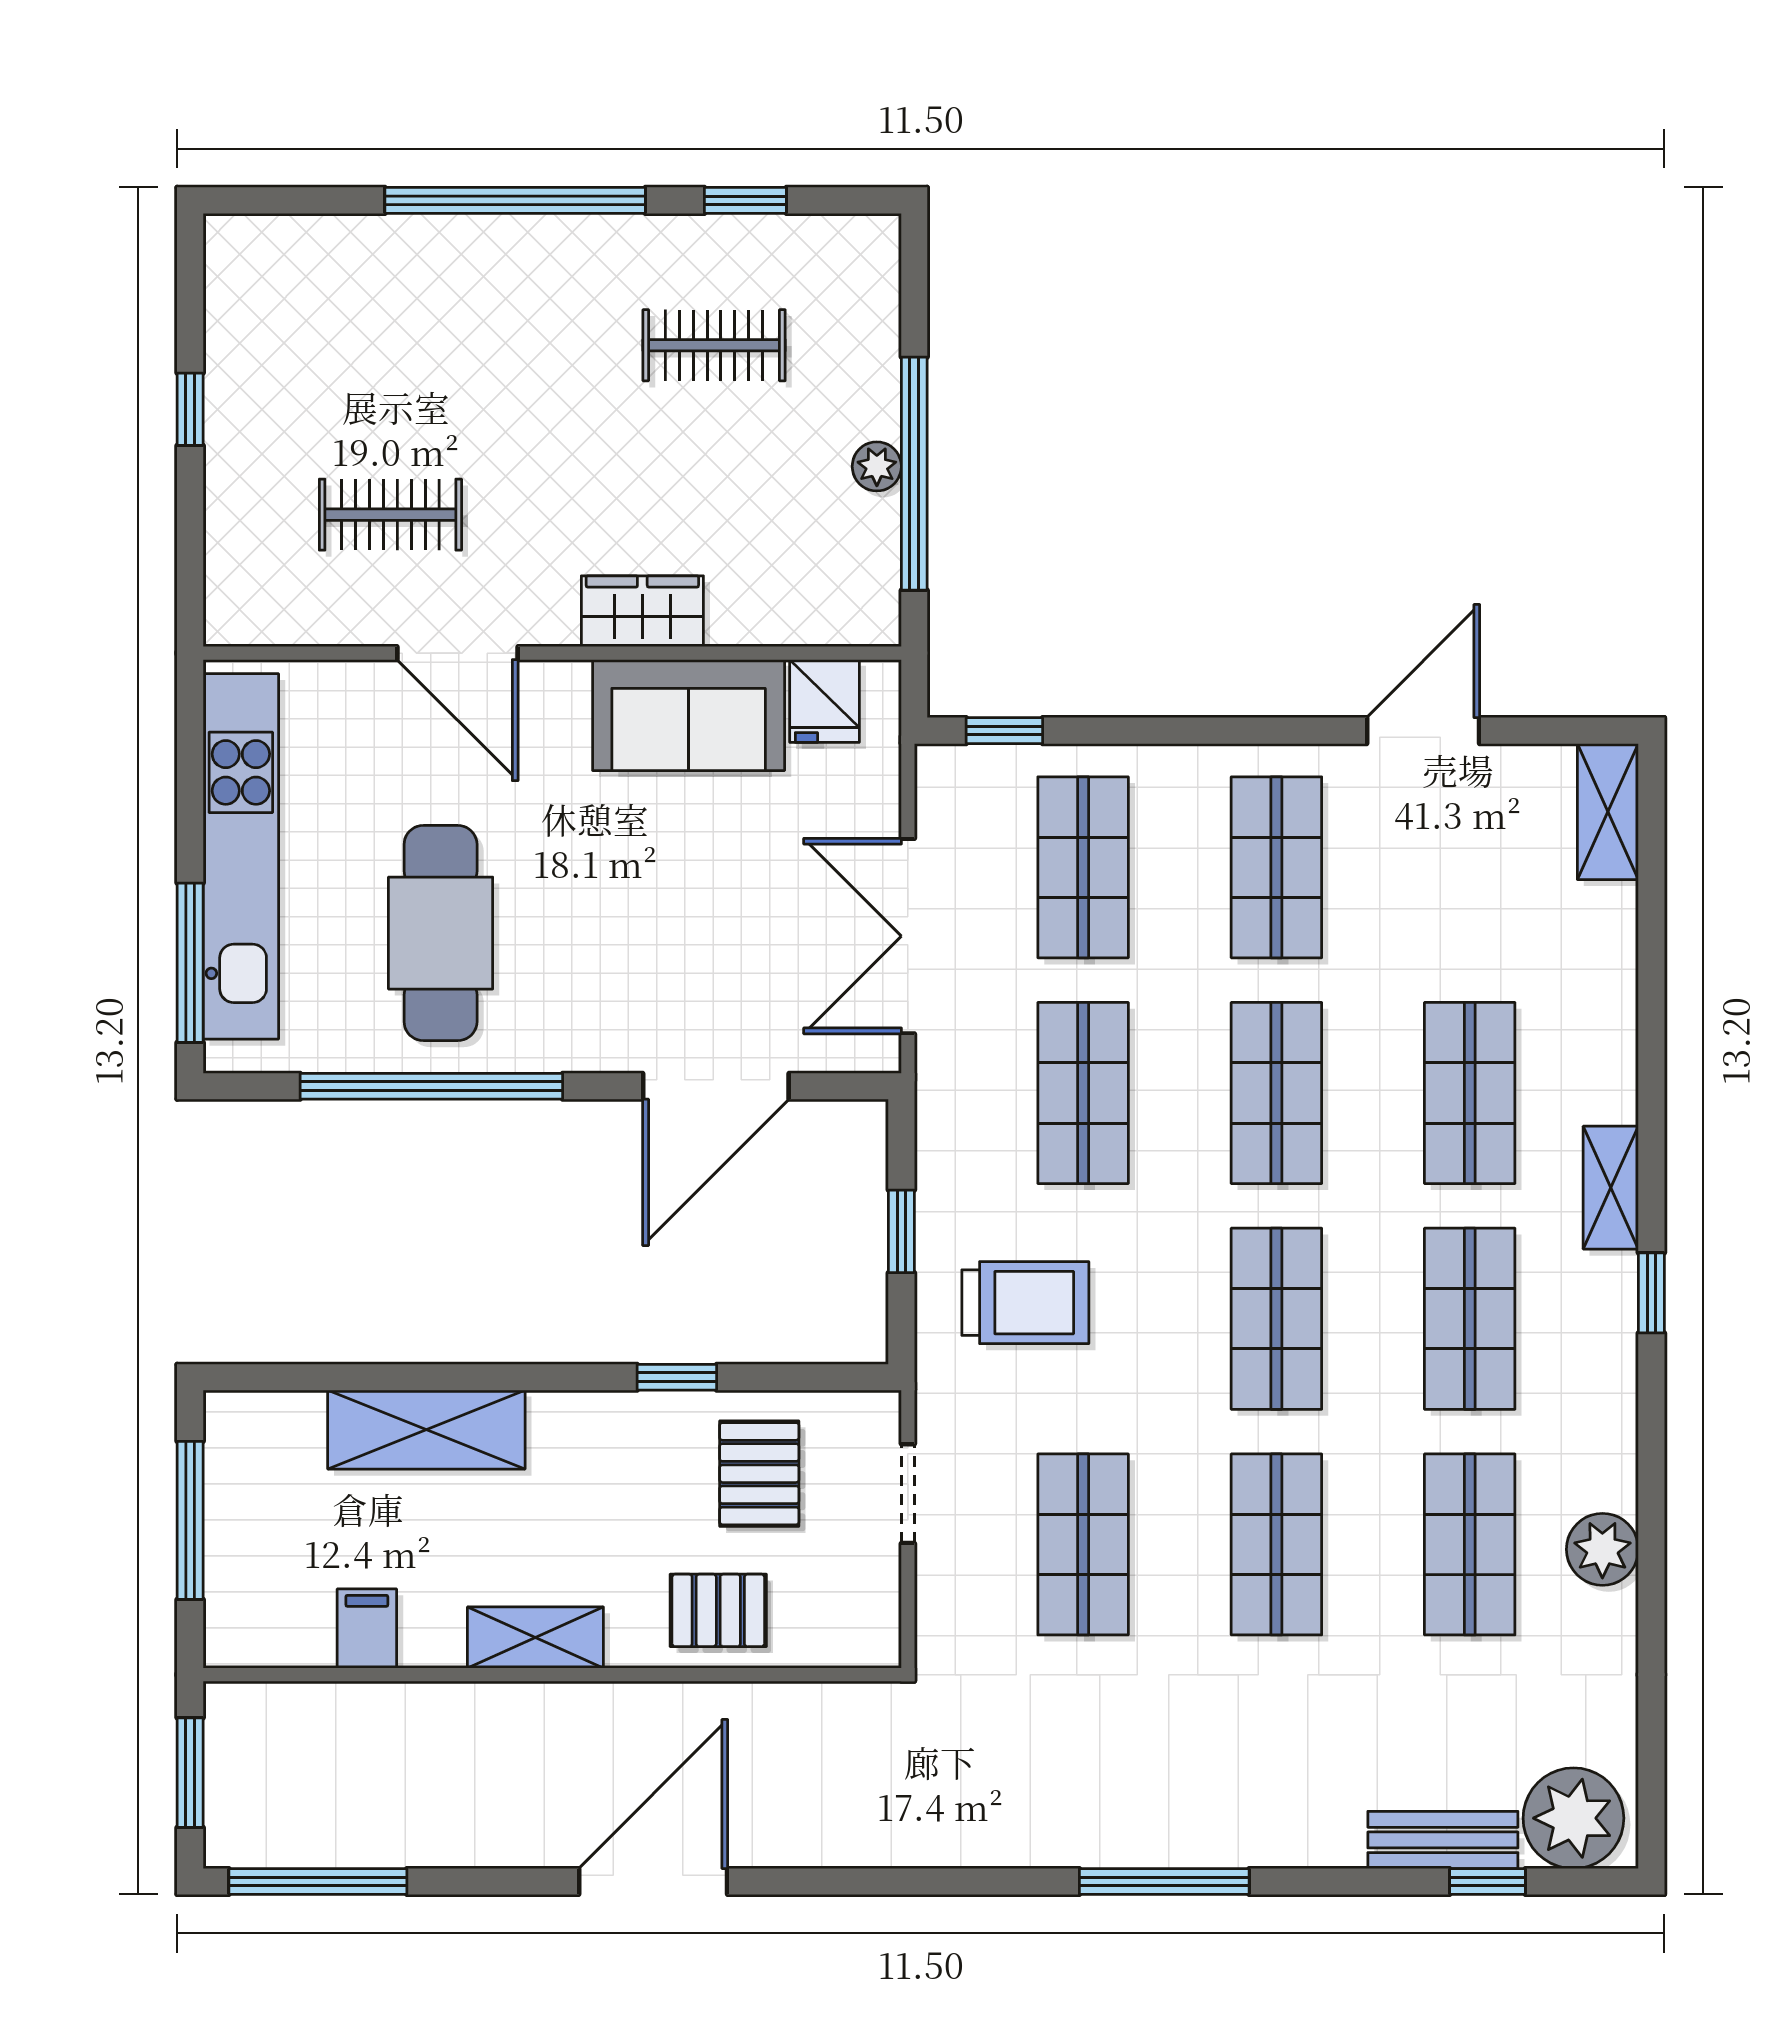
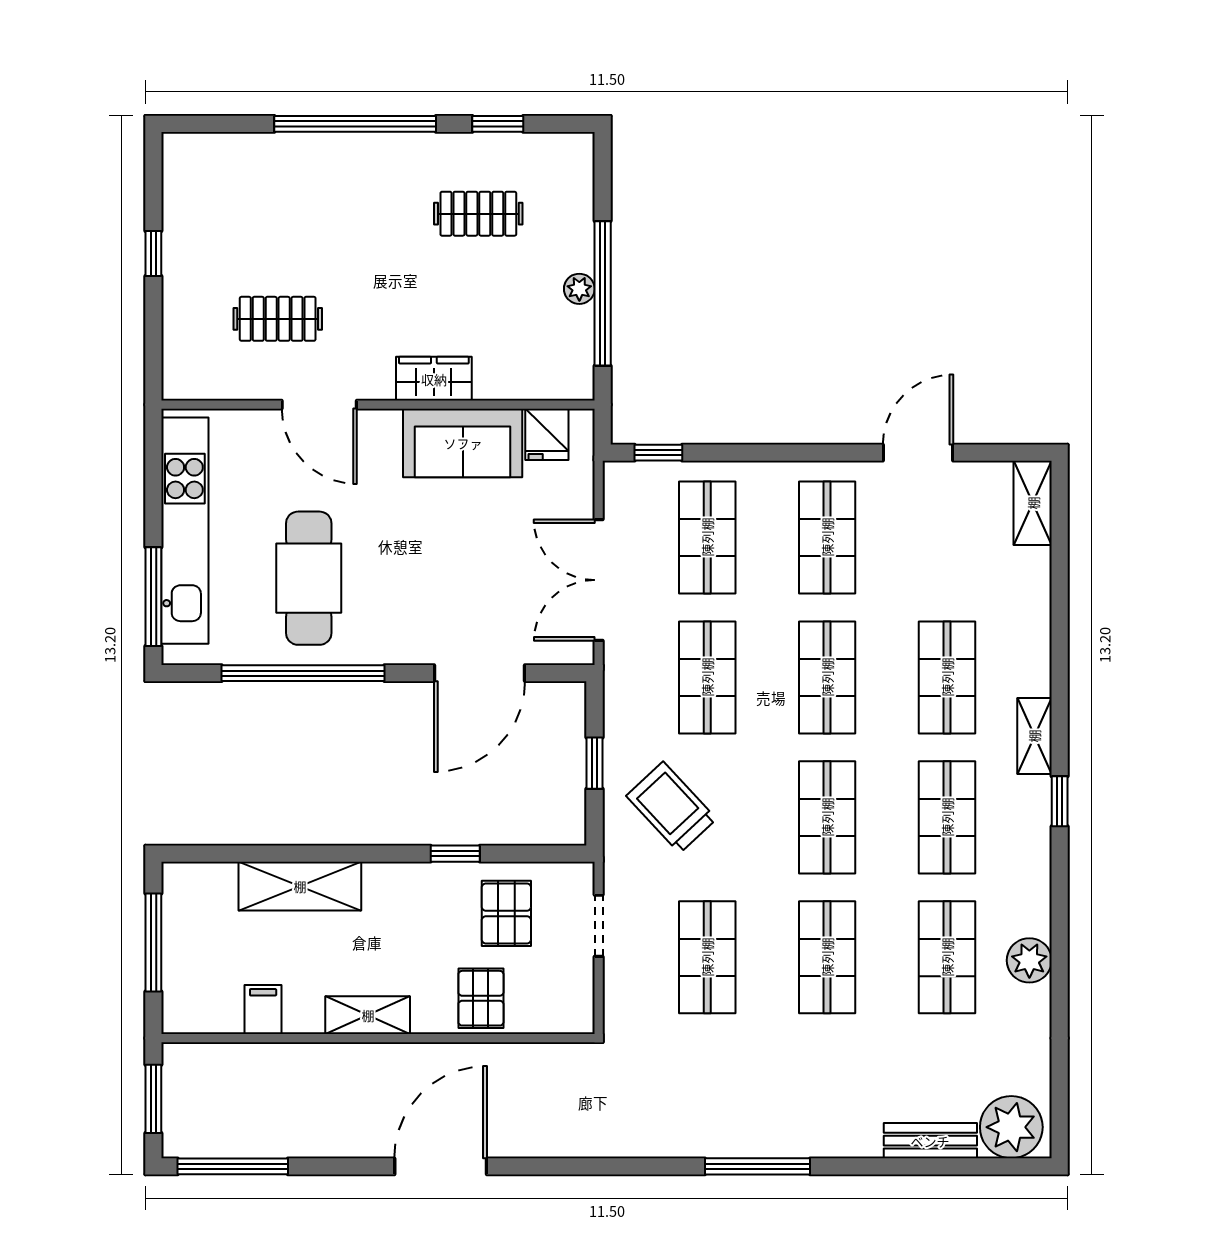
trolley: (1025, 1303) -> (671, 807), turned -133
pallet: (718, 1610) -> (481, 998), turned 90
window: (1488, 1882) -> (958, 1166), removed

